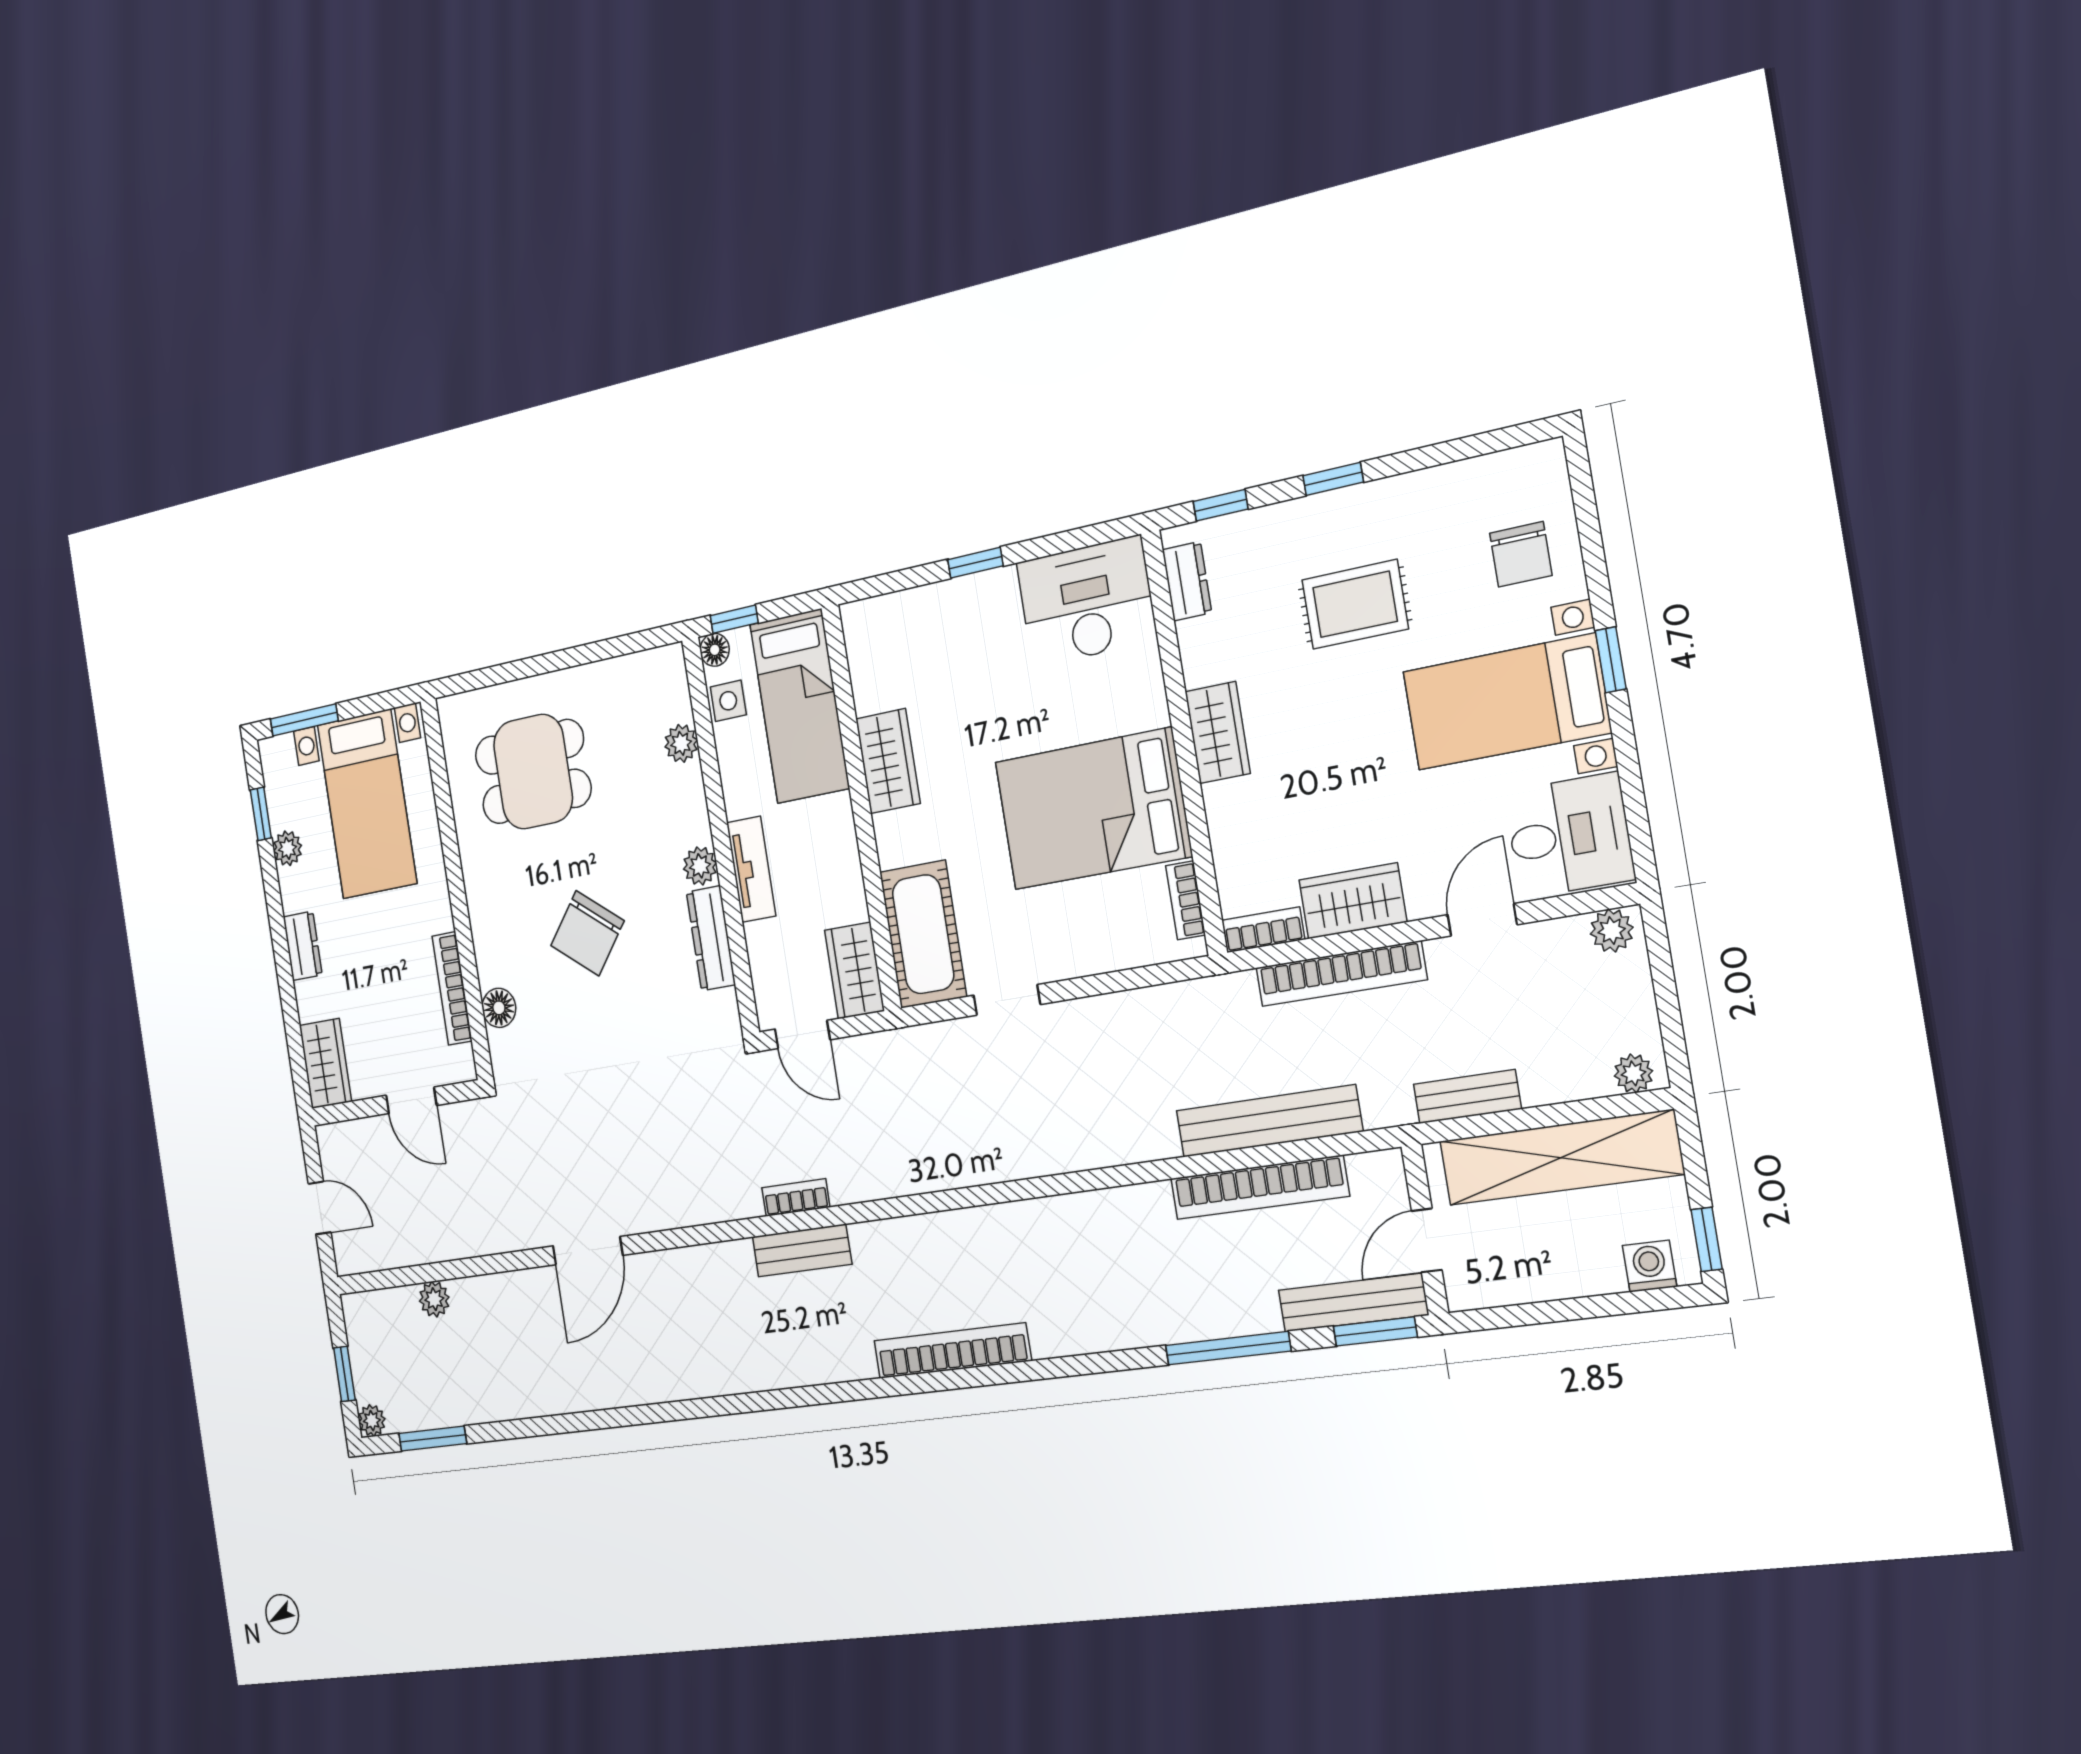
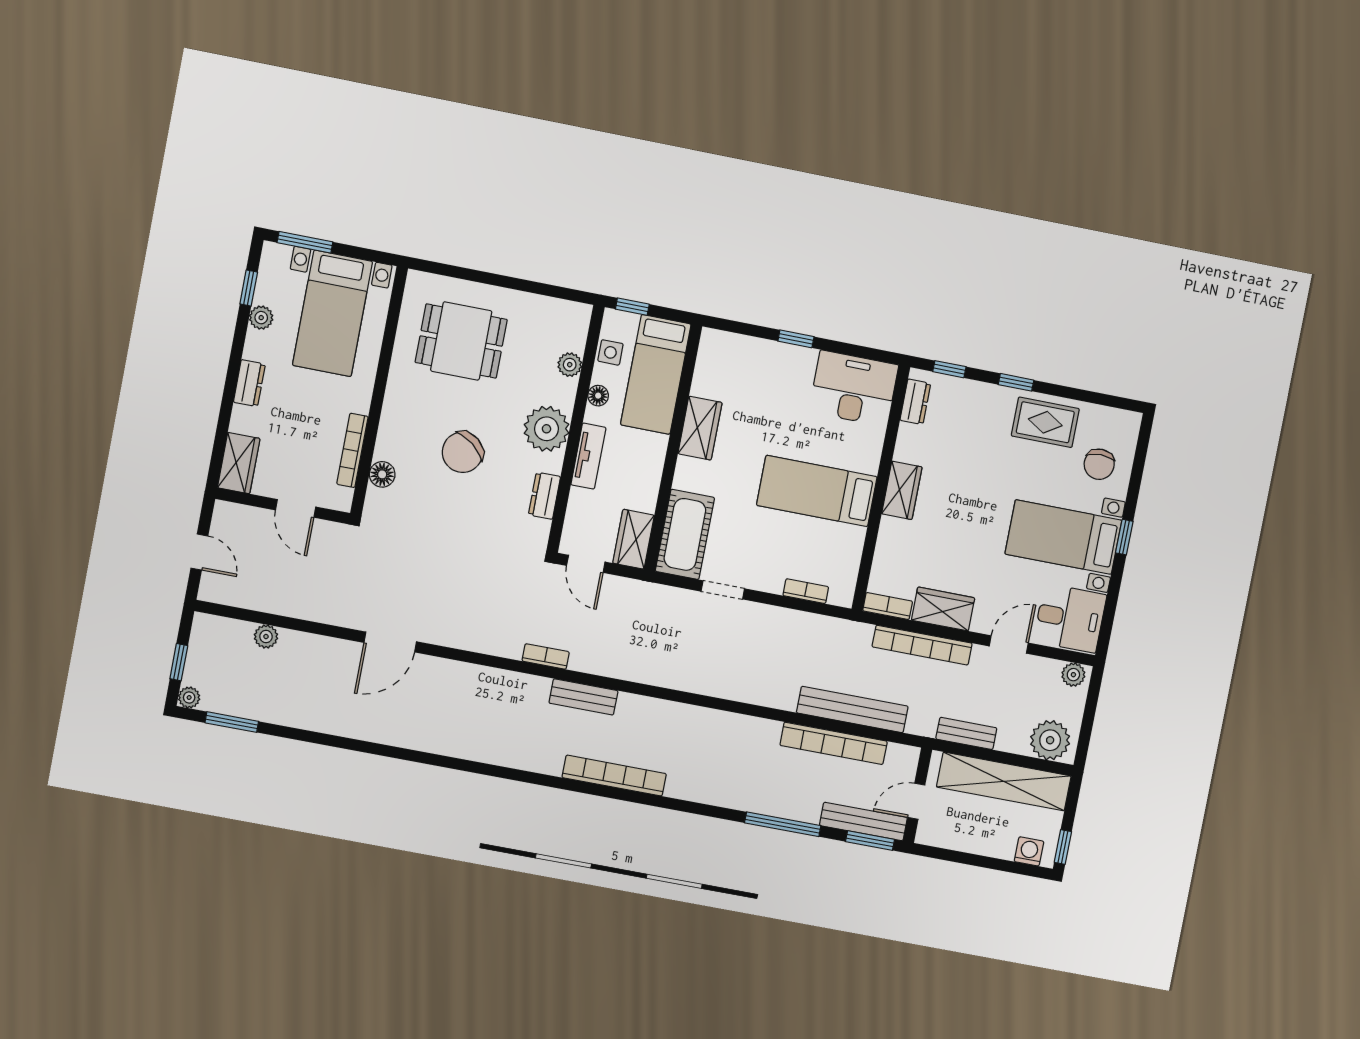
rug: (1355, 604) -> (1045, 422), moved
floor lamp: (715, 650) -> (598, 396), moved
bed: (1093, 809) -> (817, 491), width x0.67
plant: (700, 866) -> (546, 429), width x1.88, depth x1.88
bookcase: (1186, 900) -> (806, 591), moved, turned 90
dresser: (711, 938) -> (544, 496), width x0.70
plant: (1634, 1073) -> (1050, 740), width x1.88, depth x1.88
bench: (802, 1250) -> (583, 697), moved

